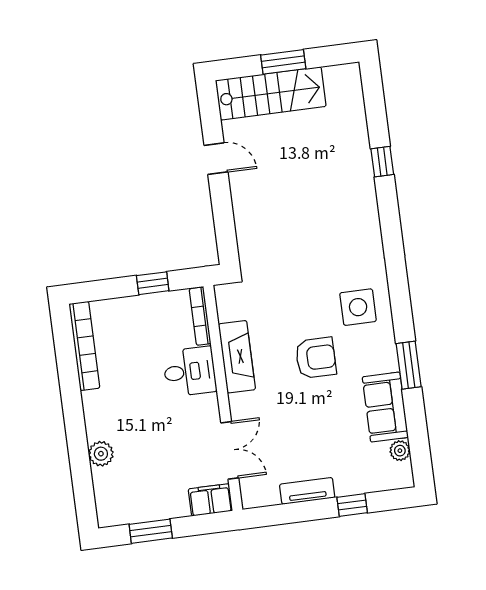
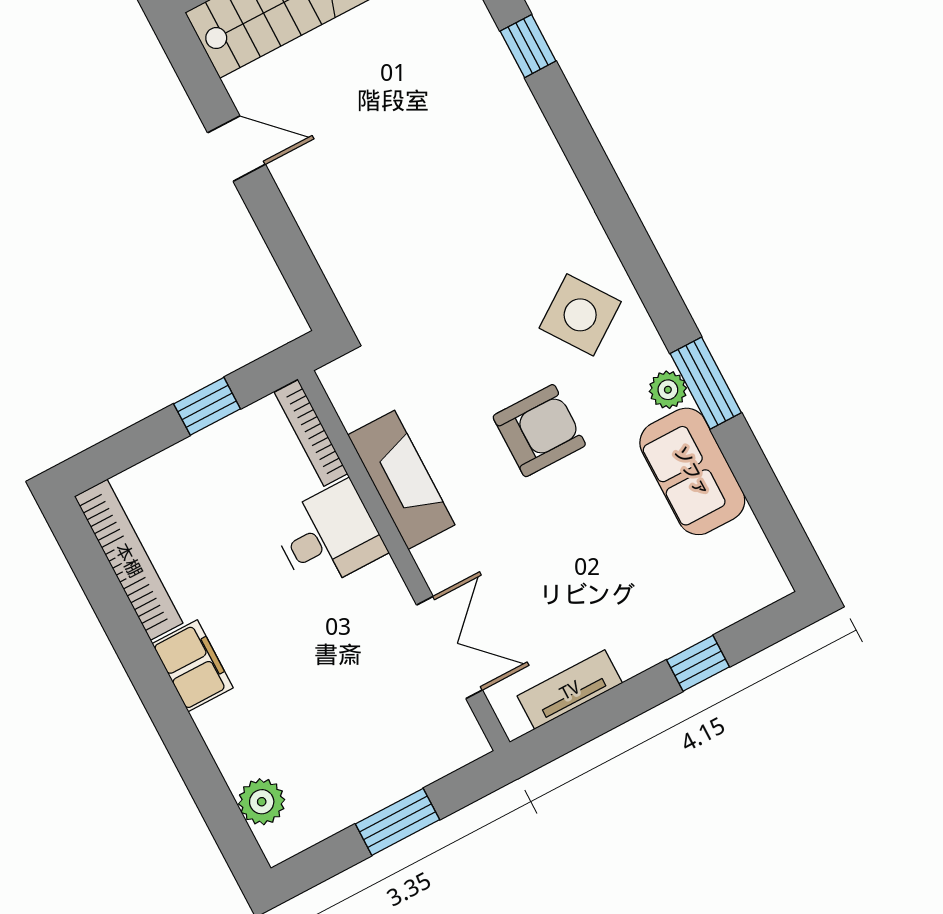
side table: (358, 307) -> (580, 315), turned -35
plant: (400, 451) -> (668, 390), moved
plant: (101, 454) -> (262, 802), moved
tv unit: (307, 491) -> (570, 690), moved
filing cabinet: (210, 500) -> (193, 666), moved, turned 90
window: (151, 531) -> (398, 822), moved

